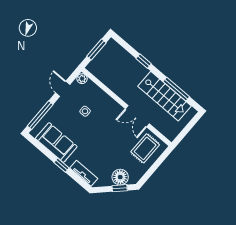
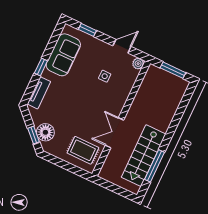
window: (144, 61) -> (174, 123), removed
window: (40, 115) -> (87, 30), width x0.46

